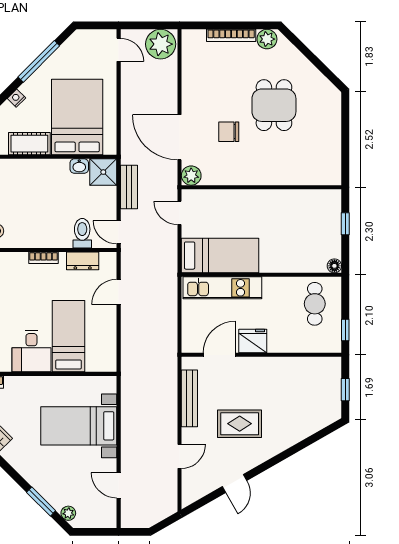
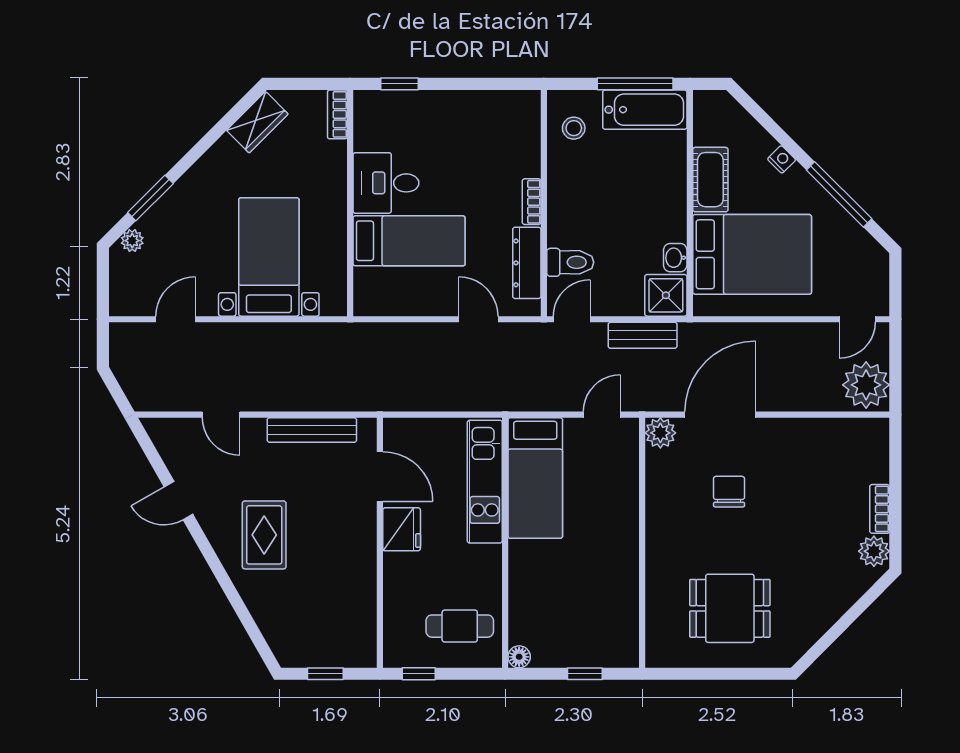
bookcase: (231, 35) -> (880, 509), width x0.64
dining table: (274, 105) -> (730, 608), moved
dresser: (83, 261) -> (527, 263), width x1.44
rug: (240, 424) -> (264, 535), moved

